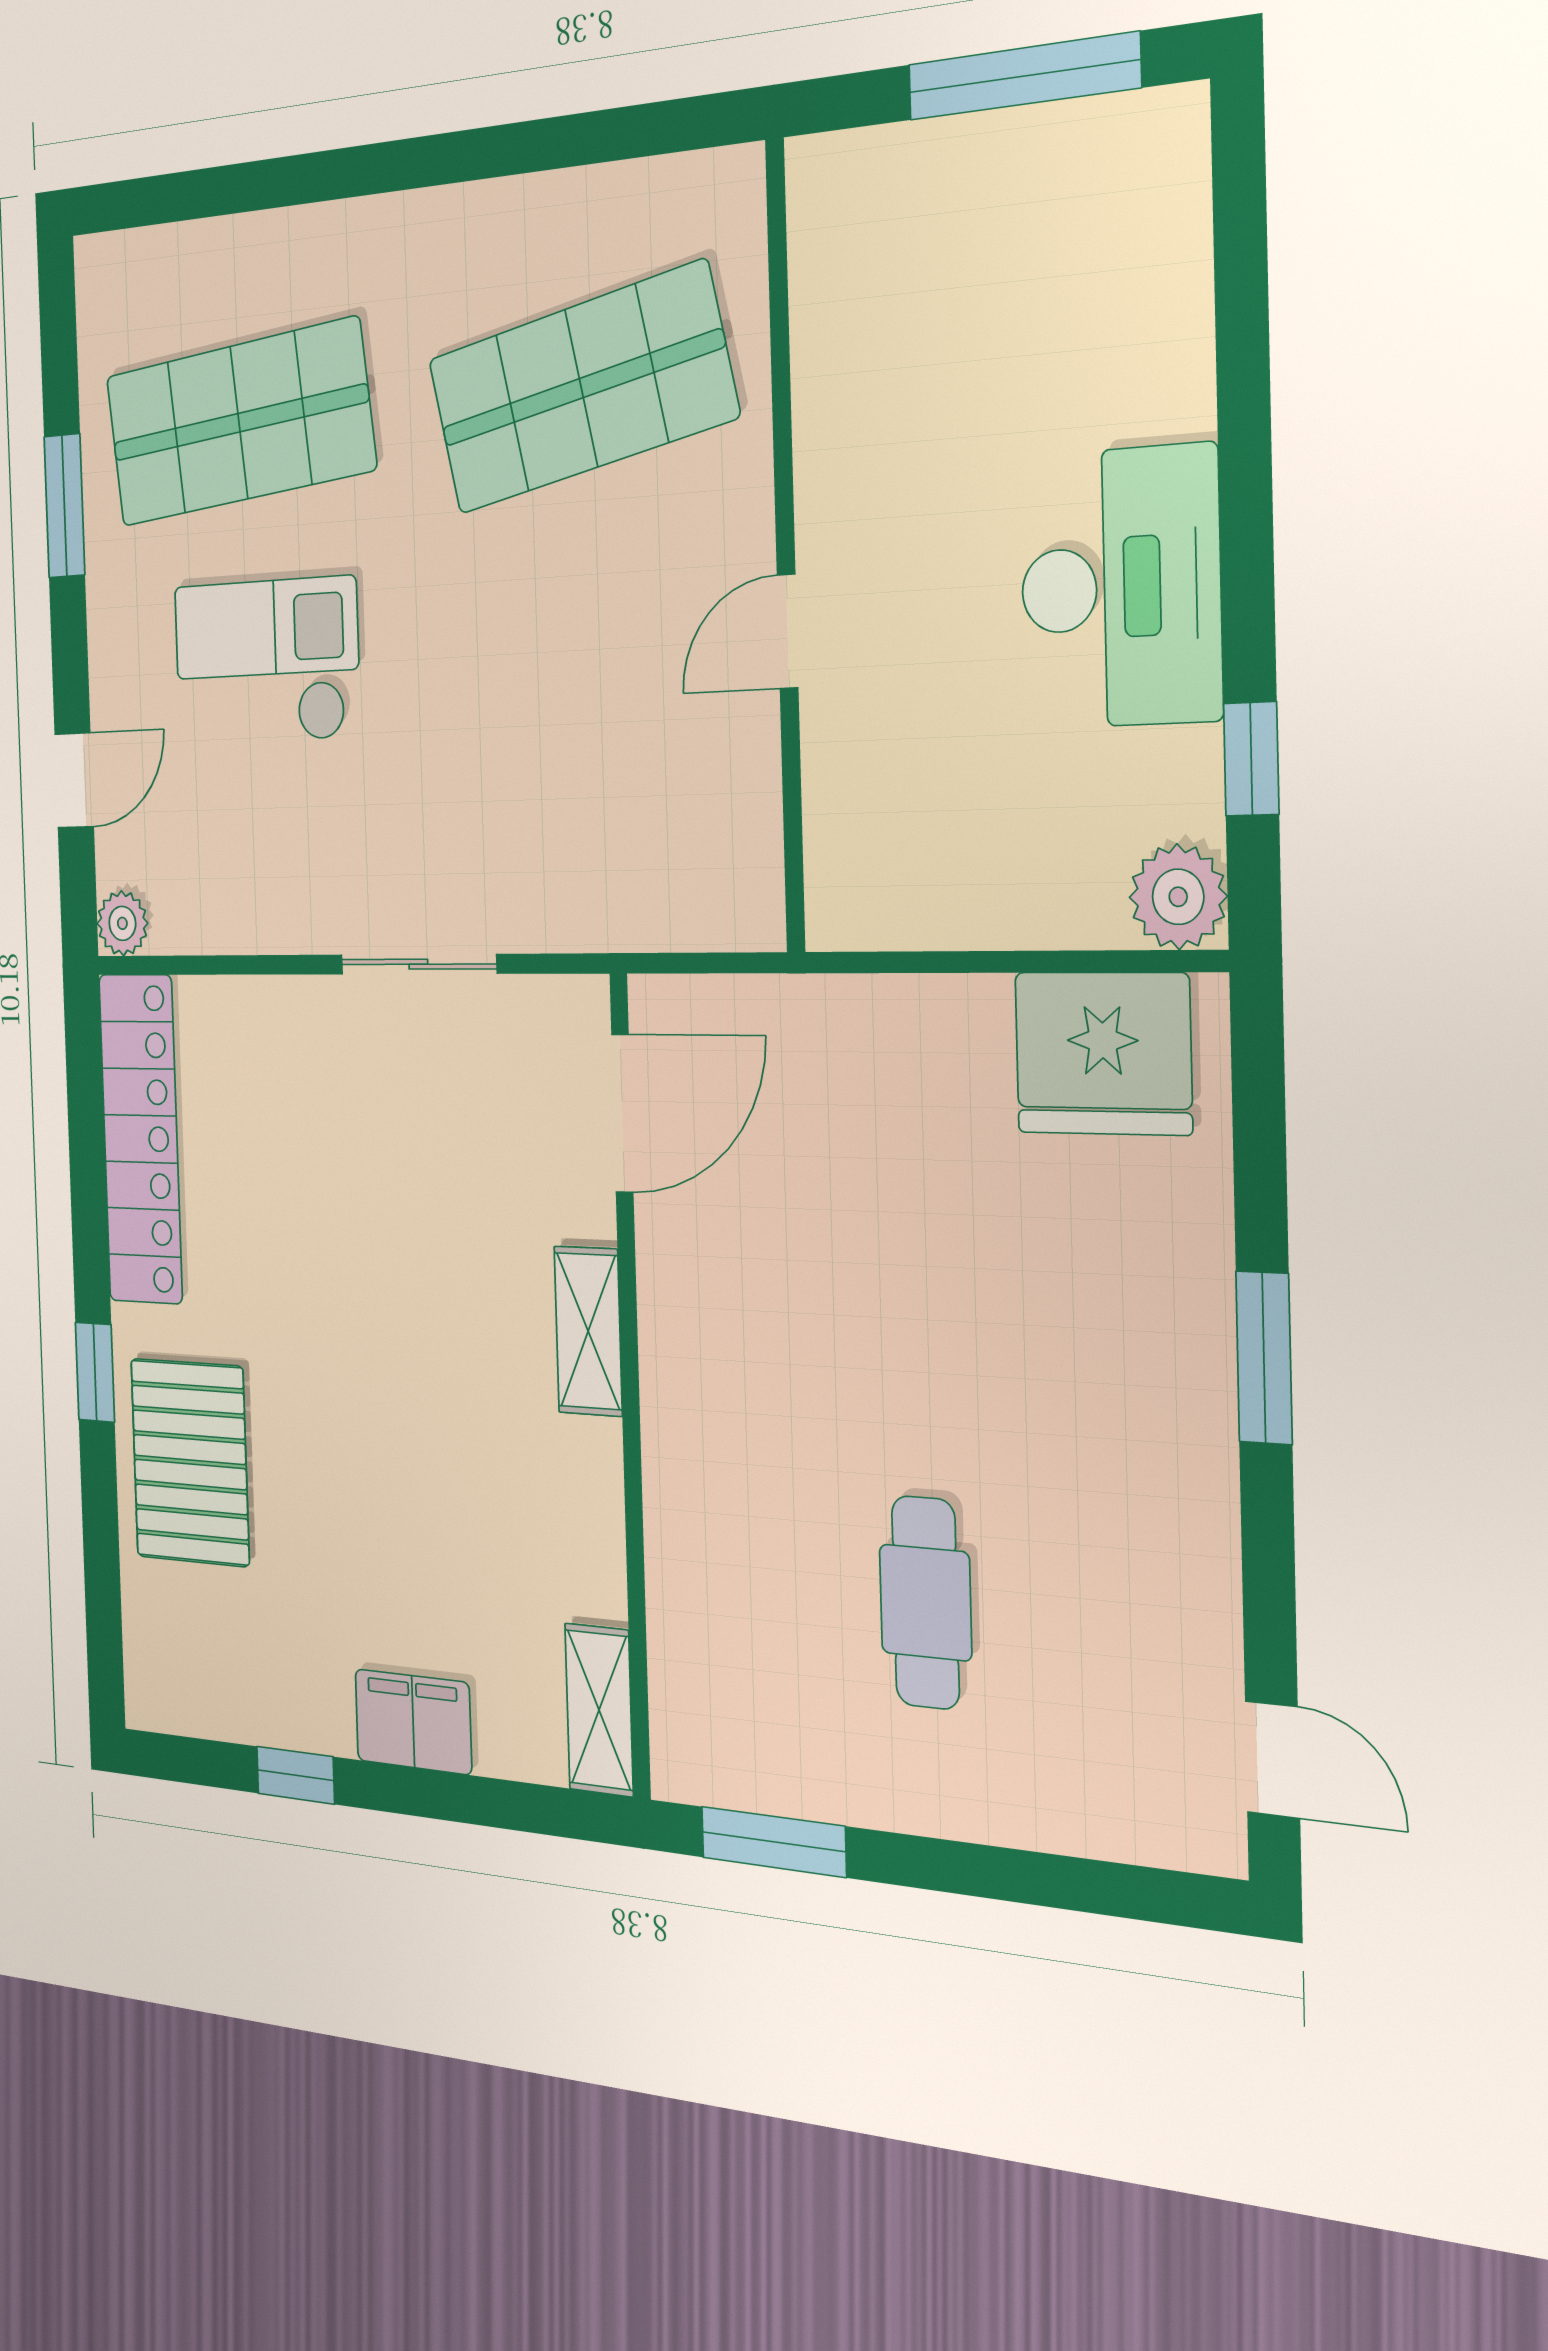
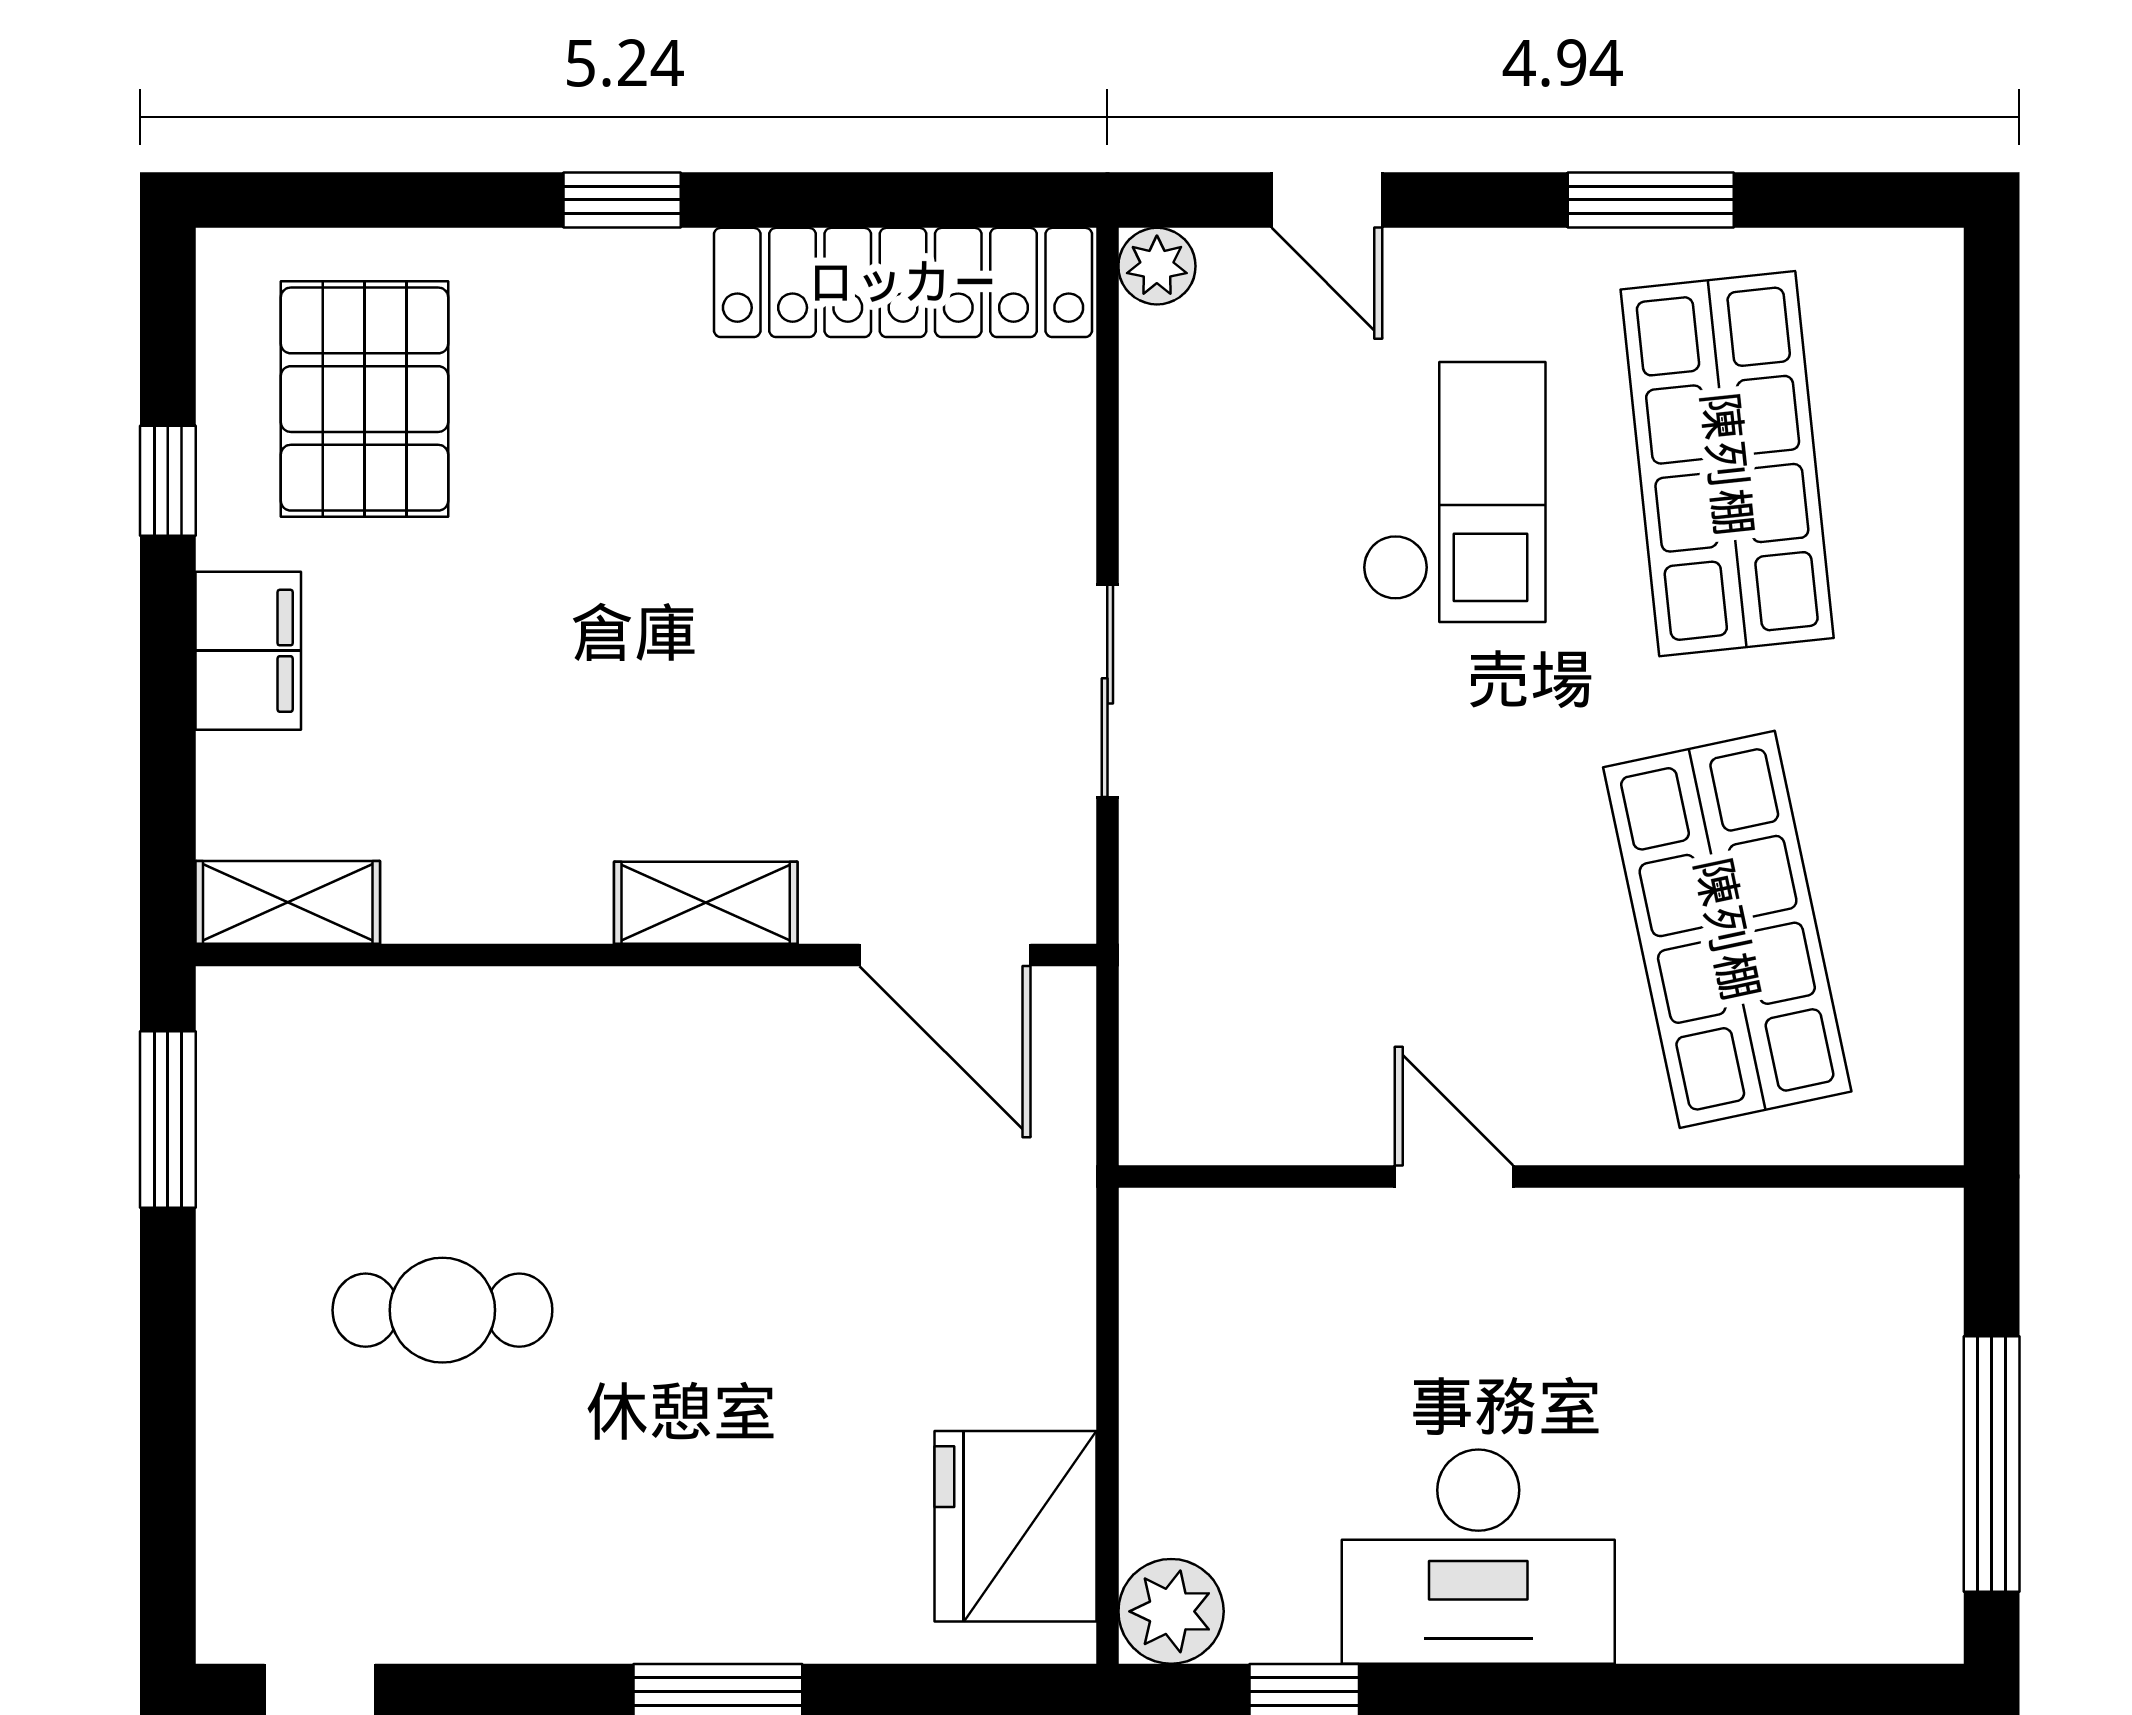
pallet: (190, 1462) -> (364, 399), moved, turned 90

